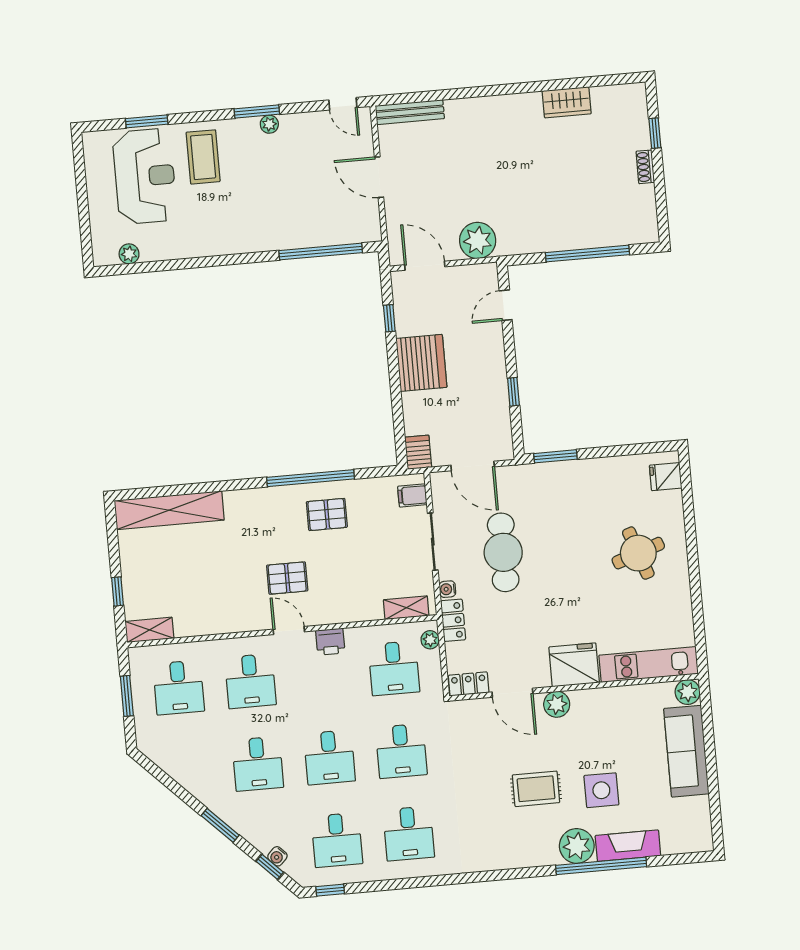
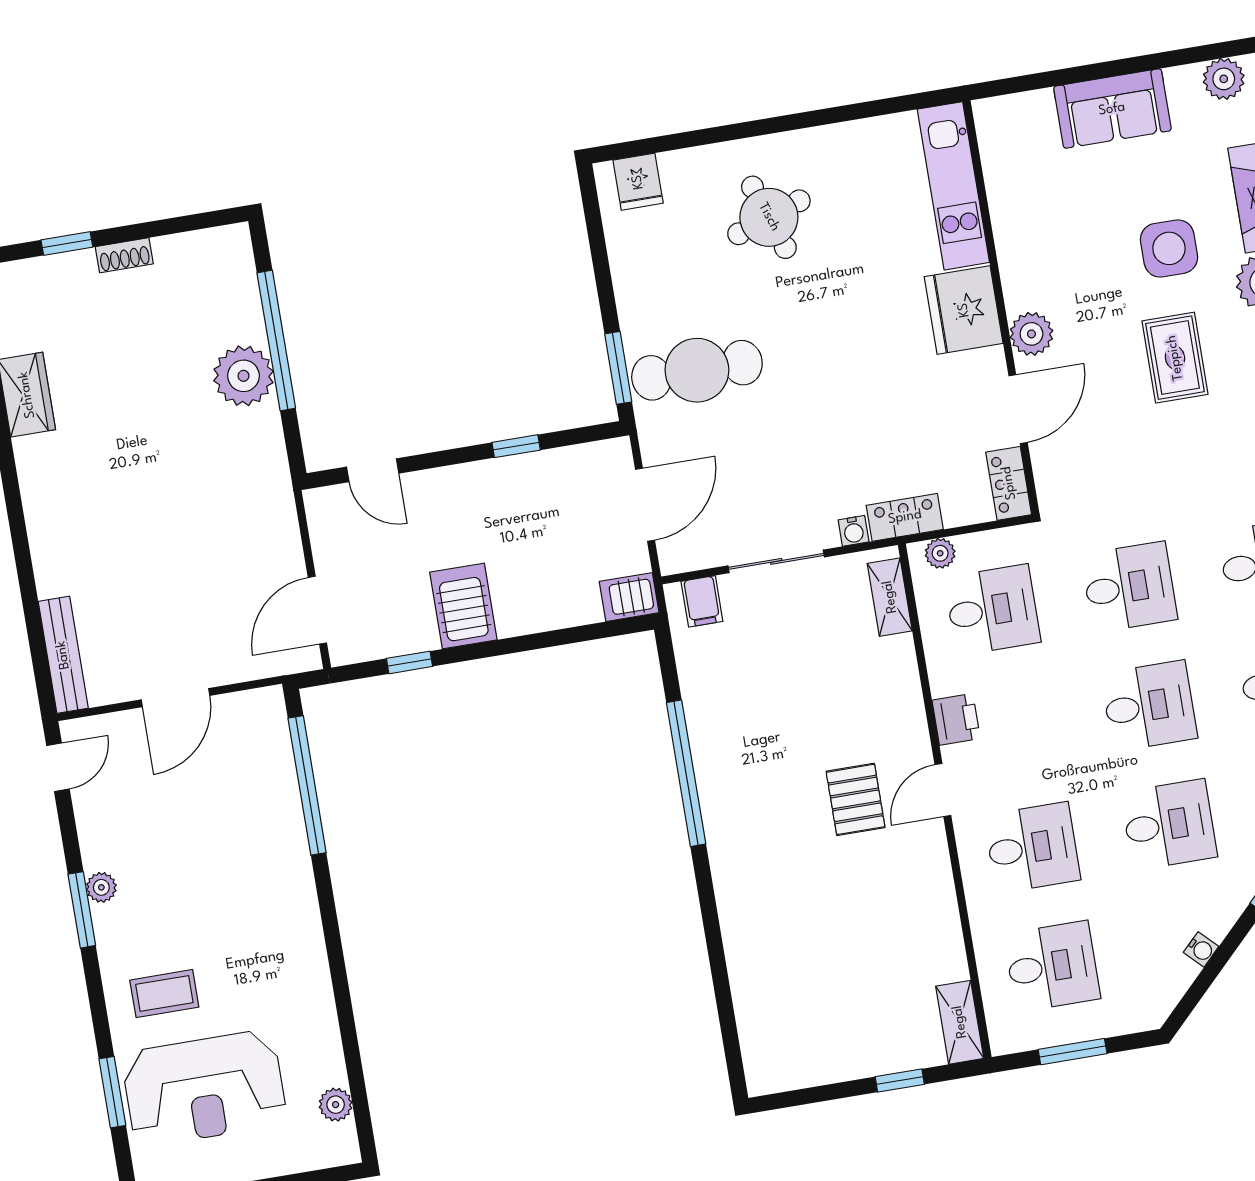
coffee table: (203, 157) -> (164, 994), width x0.73, depth x0.77
reception desk: (145, 176) -> (204, 1088), turned 180
plant: (478, 240) -> (244, 376), moved
server rack: (421, 363) -> (463, 606), width x0.63
shelving: (169, 510) -> (758, 1005), removed
pallet: (327, 514) -> (744, 741), removed
cafe table: (503, 552) -> (697, 370), moved
plant: (688, 692) -> (1224, 79), moved
sofa: (686, 751) -> (1112, 109), width x0.73
water cooler: (182, 777) -> (1201, 949), added

